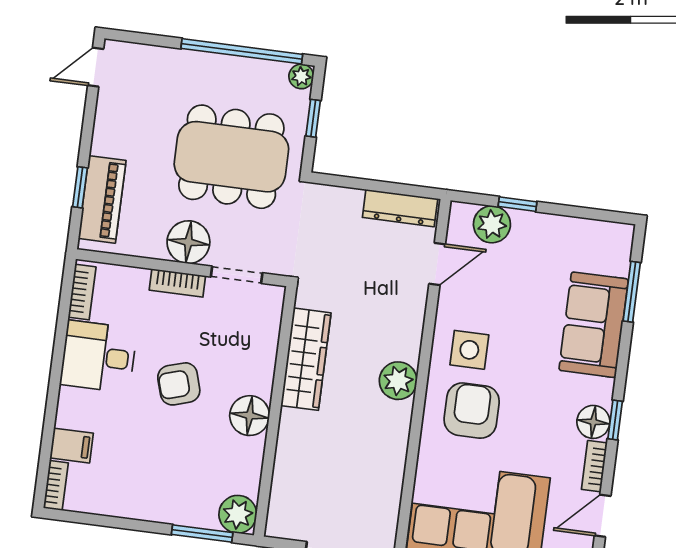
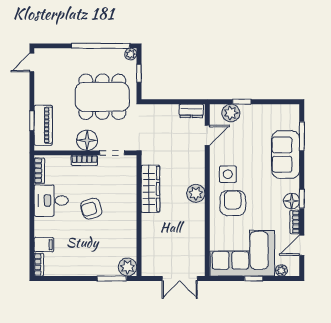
dresser: (400, 208) -> (191, 111), width x0.70
floor lamp: (250, 416) -> (127, 219), removed

